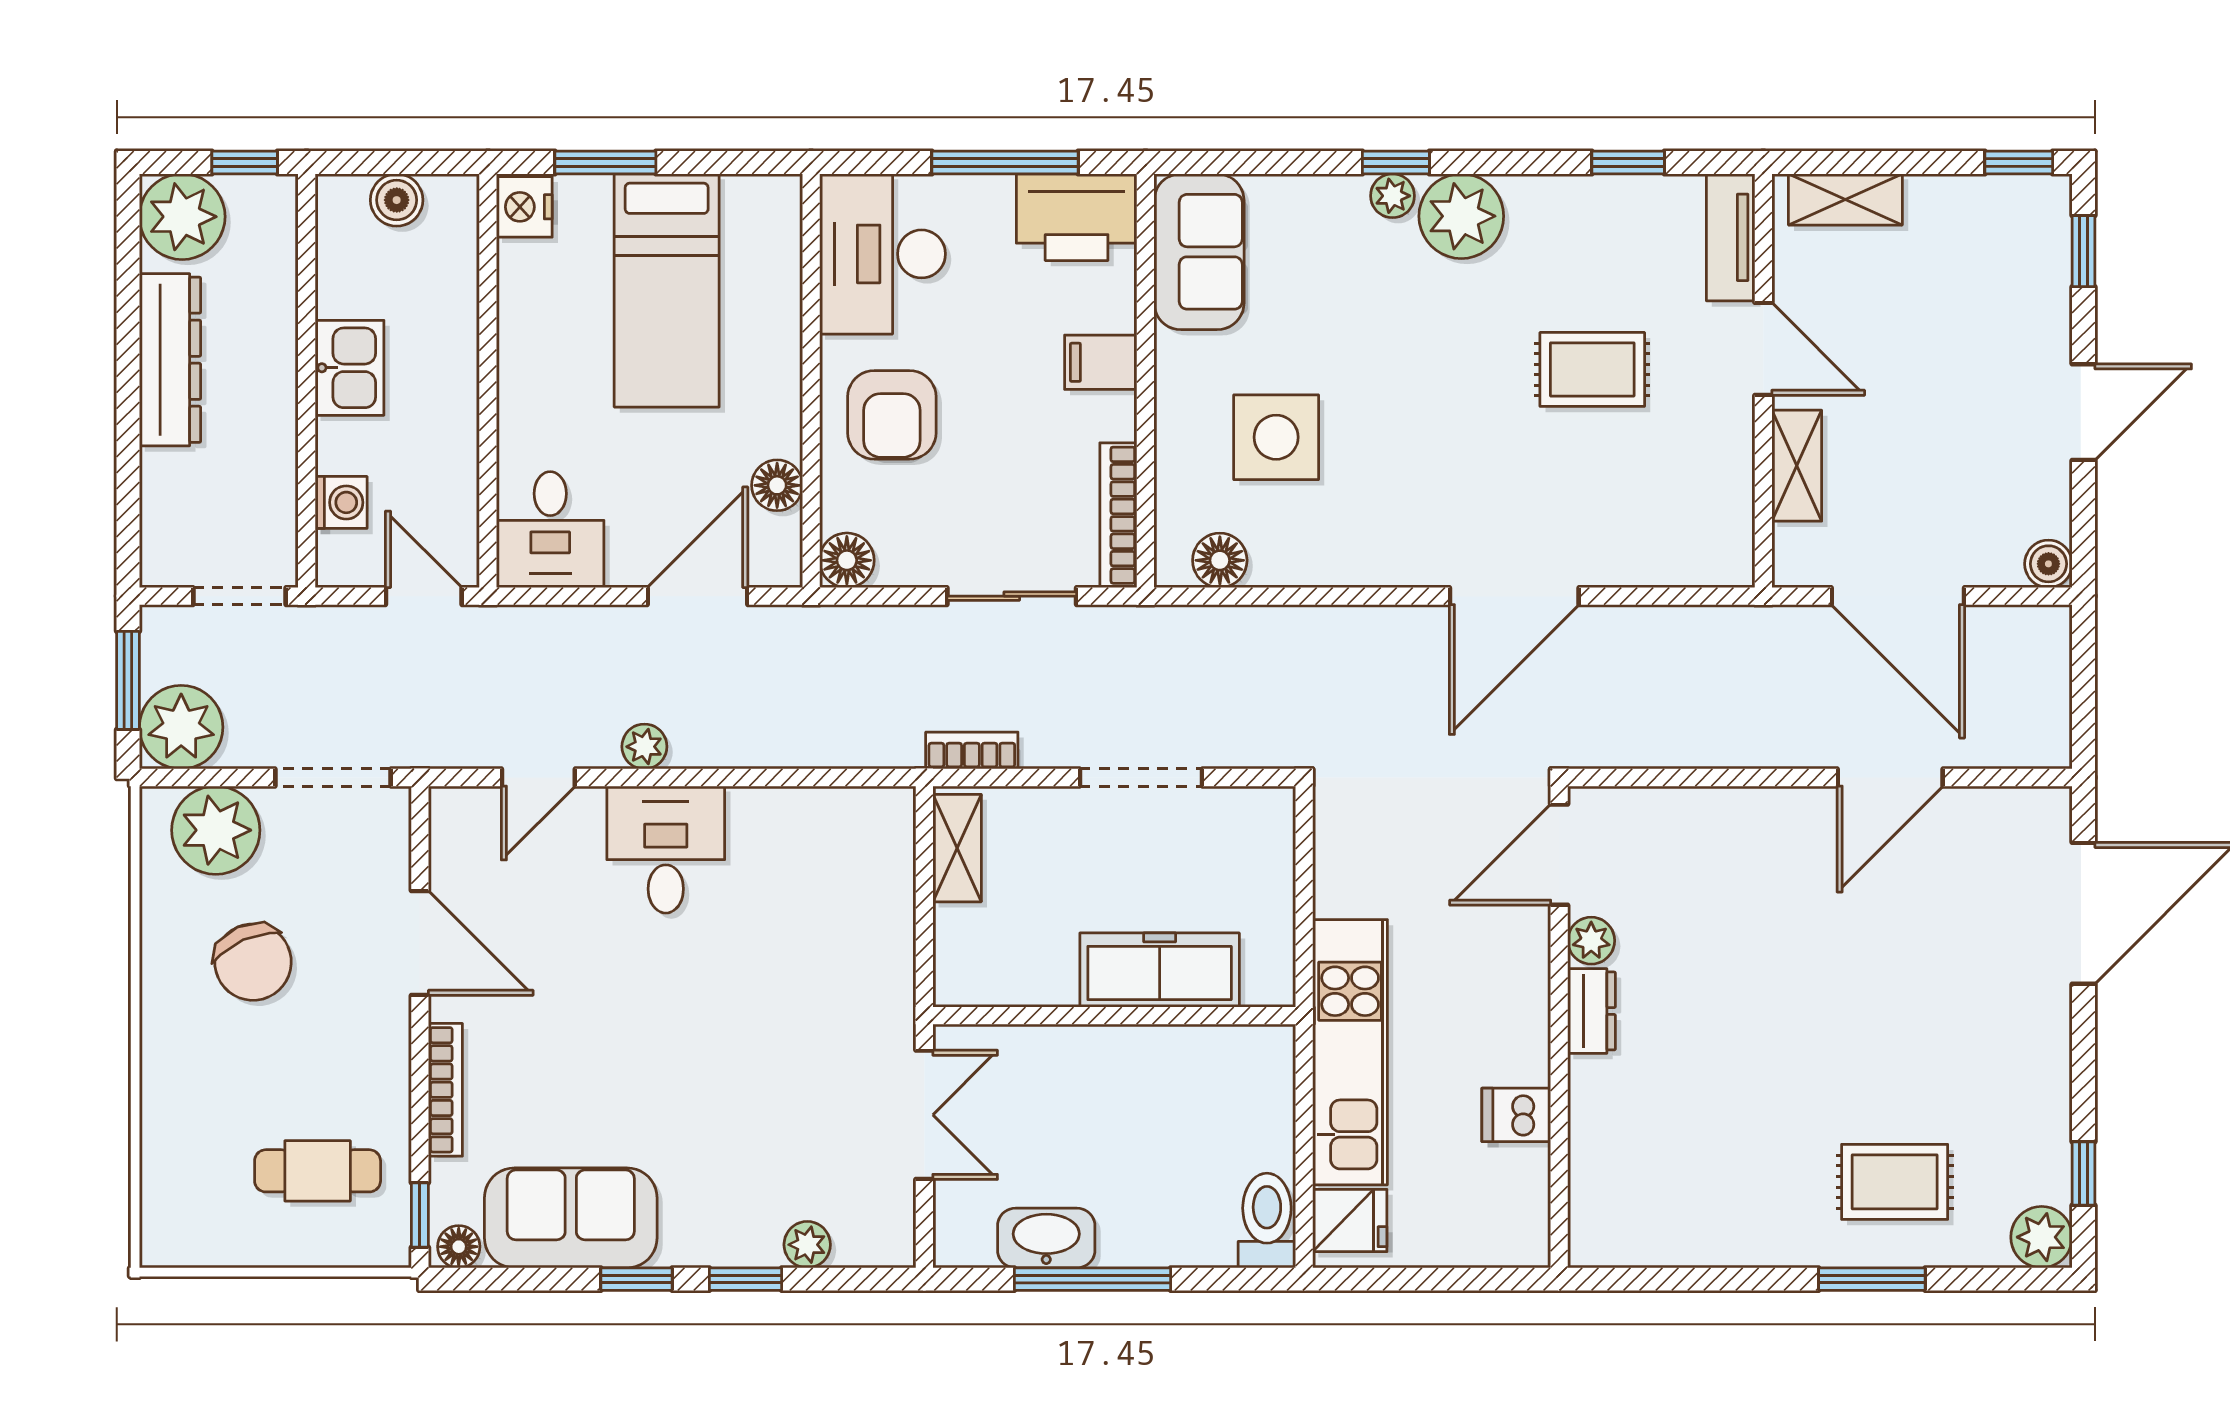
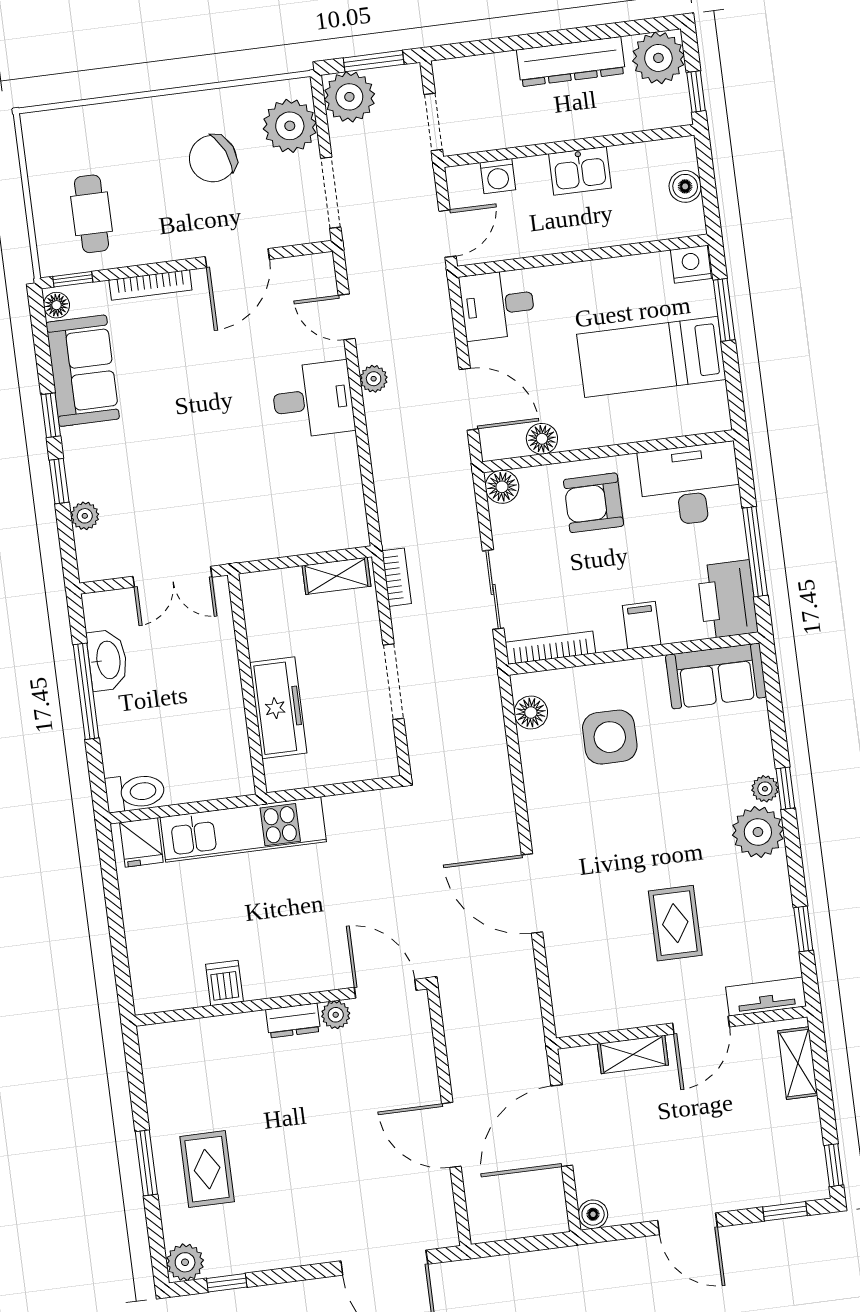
door: (1559, 855) -> (385, 989), moved
plant: (1591, 941) -> (336, 1015), moved
dresser: (1592, 1011) -> (293, 1020), moved
wall: (1559, 1027) -> (281, 1002), moved
dishwasher: (1516, 1115) -> (224, 983), moved

